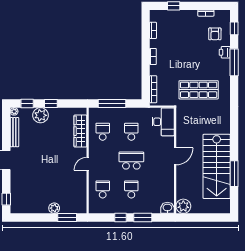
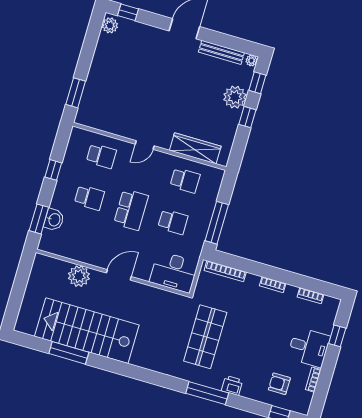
desk: (186, 22) -> (309, 347), added
printer: (225, 52) -> (232, 385), moved
window: (234, 62) -> (207, 393), moved
window: (112, 104) -> (217, 223), moved
door: (175, 156) -> (119, 275), swing flipped
door: (88, 164) -> (145, 145), swing flipped
plant: (183, 206) -> (79, 276), moved
plant: (54, 208) -> (110, 25), moved
washbasin: (167, 208) -> (54, 220), moved
window: (143, 218) -> (39, 219), moved

